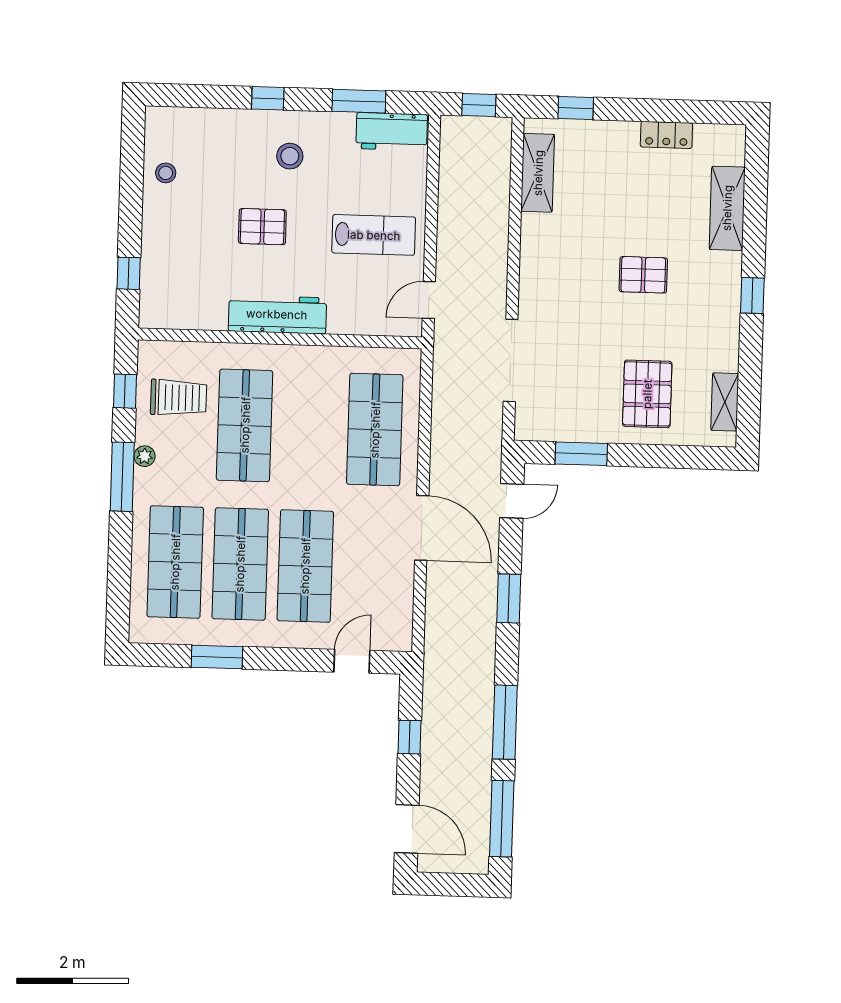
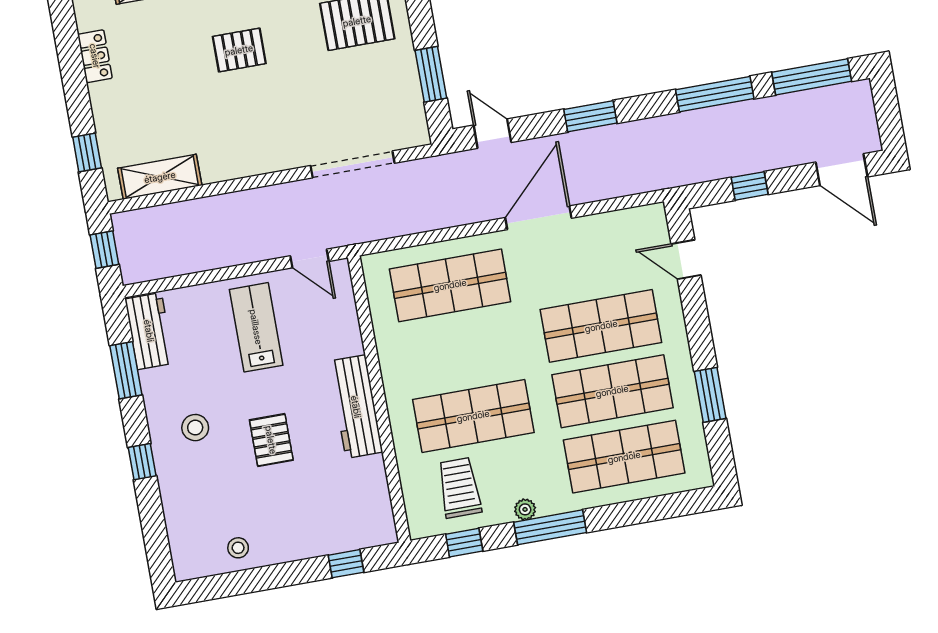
pallet: (643, 275) -> (239, 50), turned 90
door: (407, 829) -> (842, 170), swing flipped

